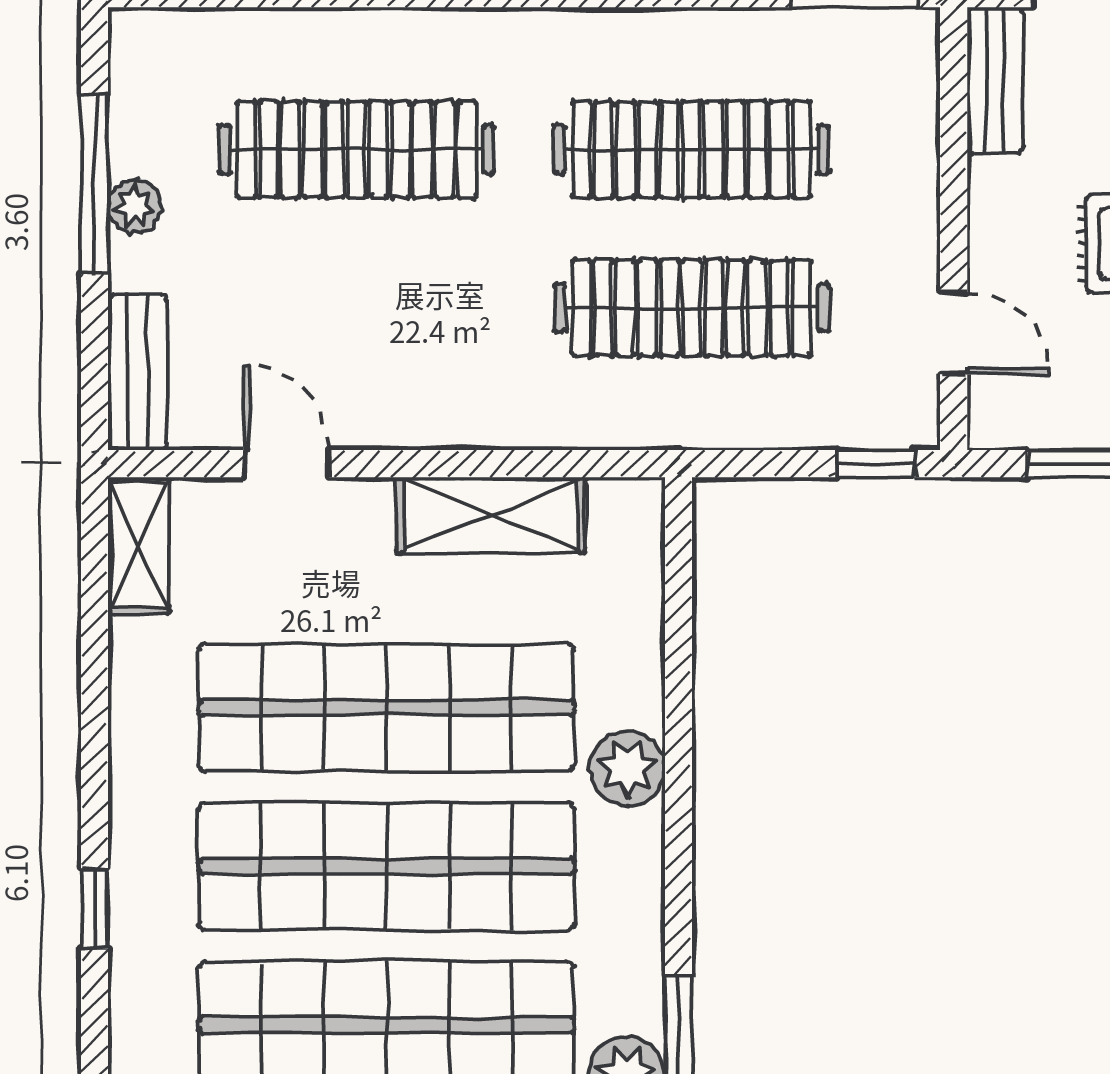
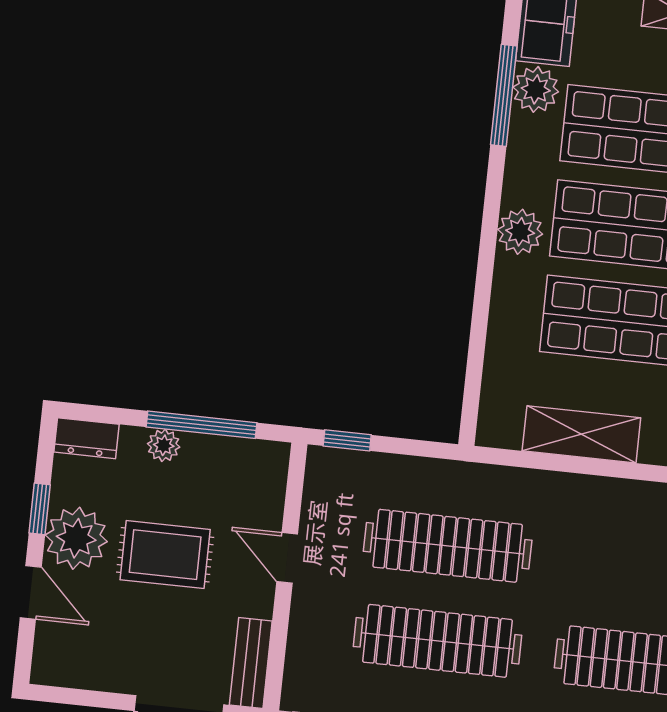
door: (954, 333) -> (287, 558), moved
plant: (627, 768) -> (520, 232), moved

